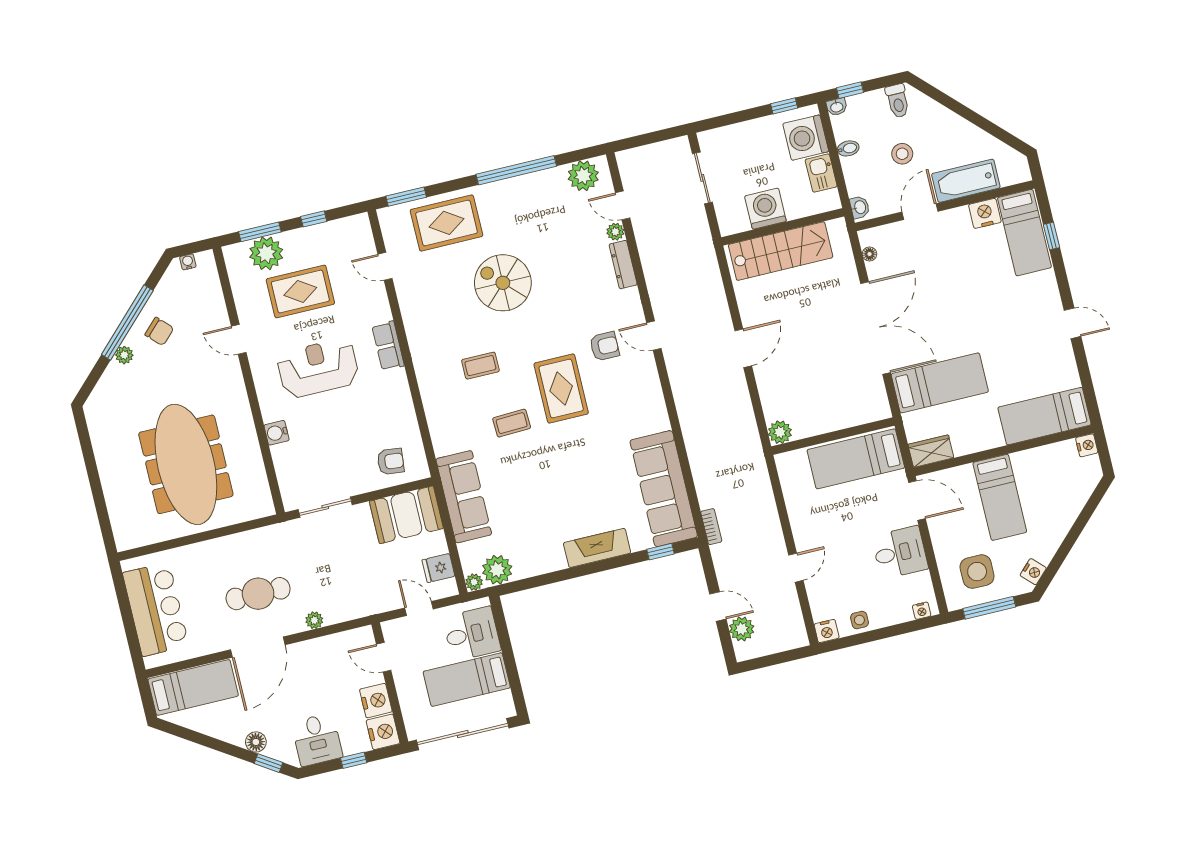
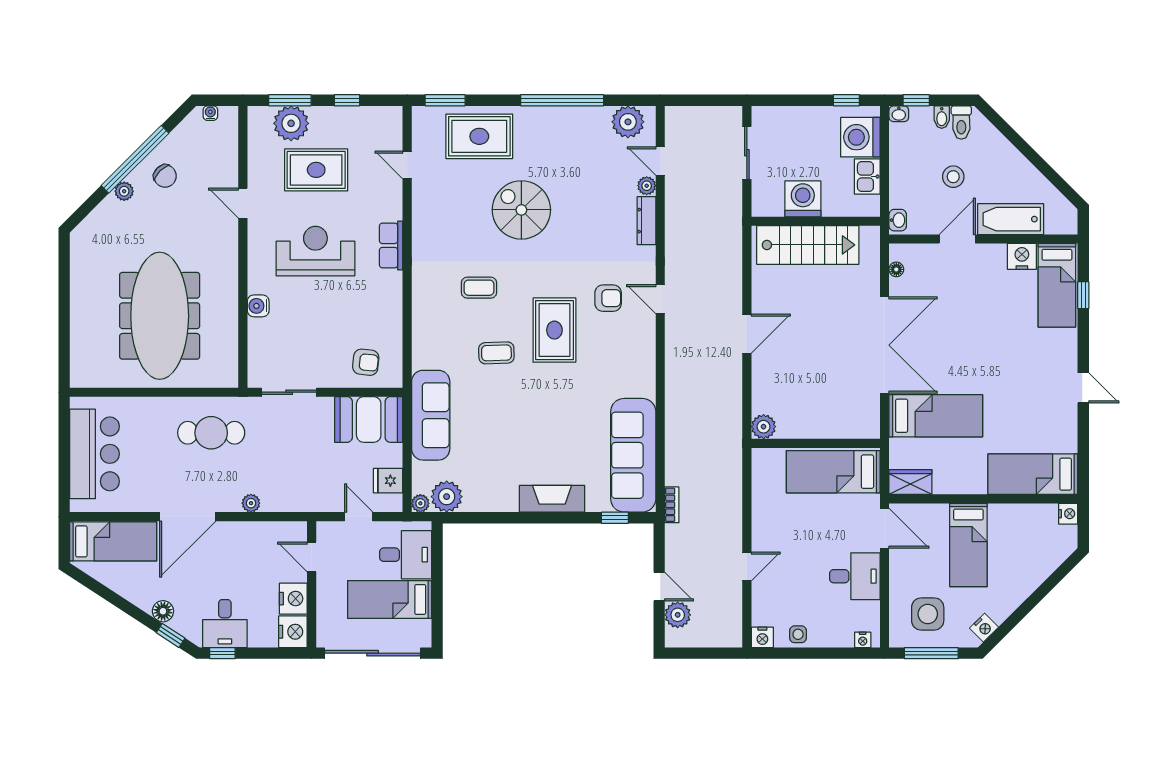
bidet: (848, 148) -> (942, 117), moved, turned 90
cafe table: (258, 594) -> (211, 433), moved
window: (354, 760) -> (222, 653), moved

